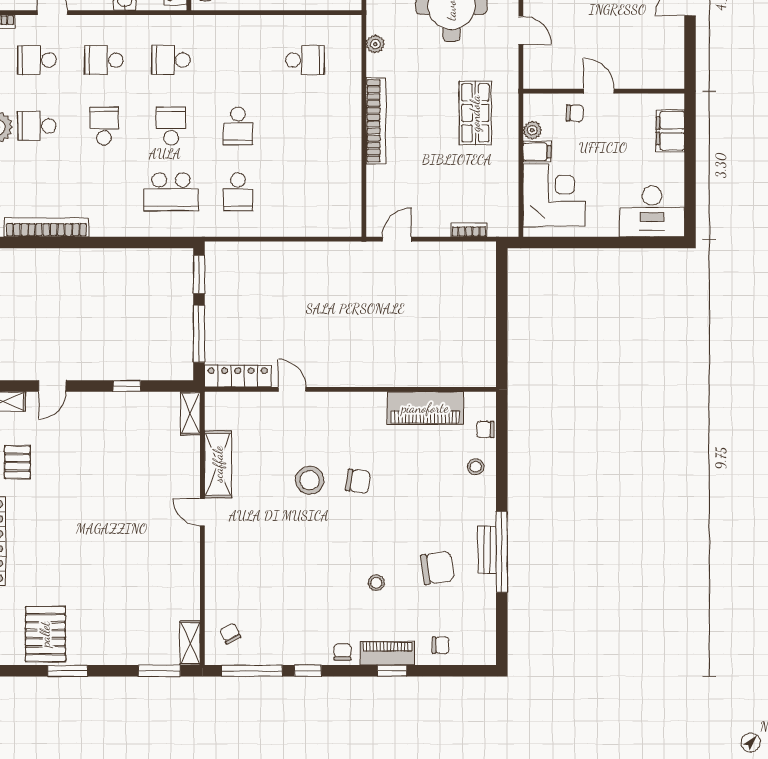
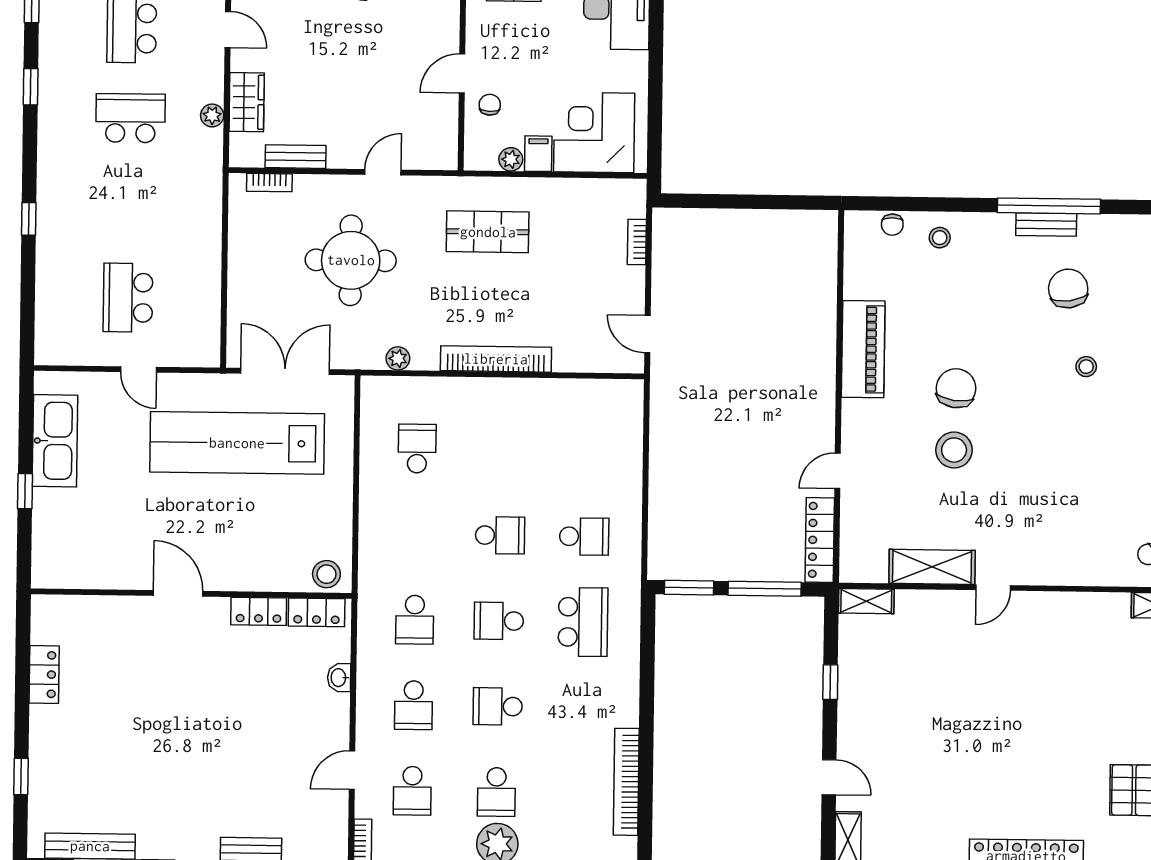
piano: (425, 408) -> (863, 349), moved
pallet: (17, 462) -> (926, 823), removed
chair: (358, 481) -> (956, 388), width x1.37, depth x1.37

